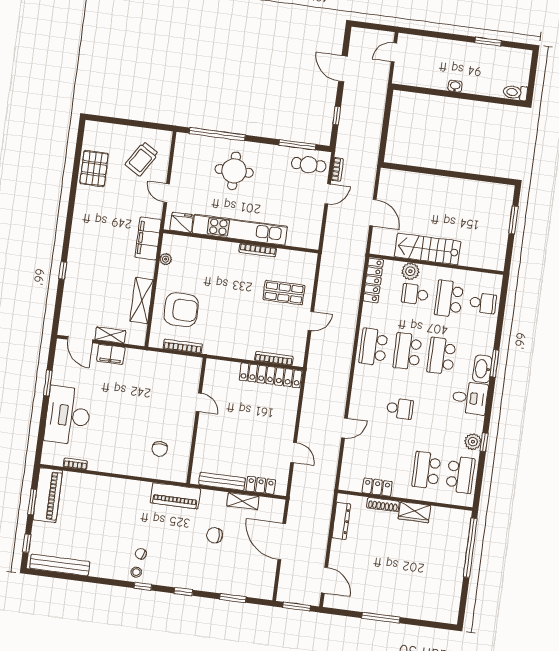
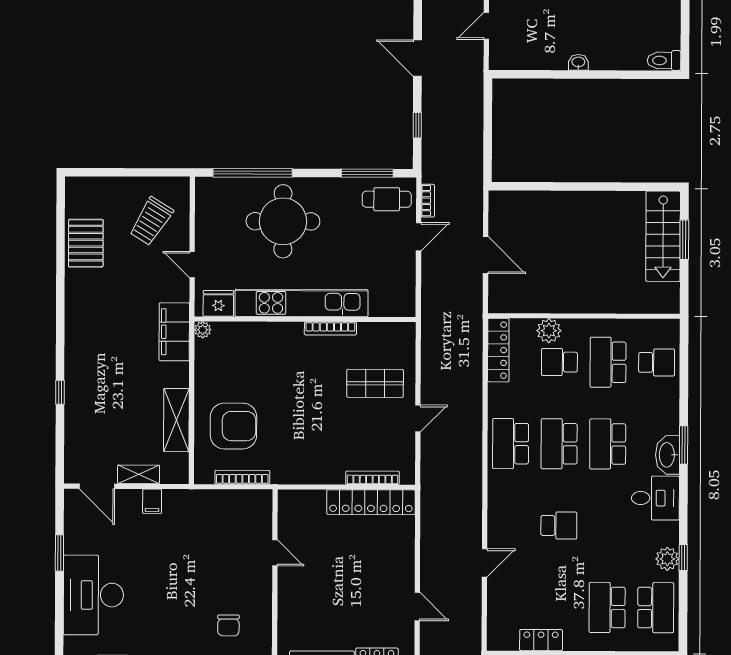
round table: (234, 171) -> (283, 221), width x1.36, depth x1.36
stairs: (428, 249) -> (663, 236), moved, turned -90
plant: (166, 259) -> (203, 330), moved
filing cabinet: (111, 354) -> (152, 501), width x0.50

